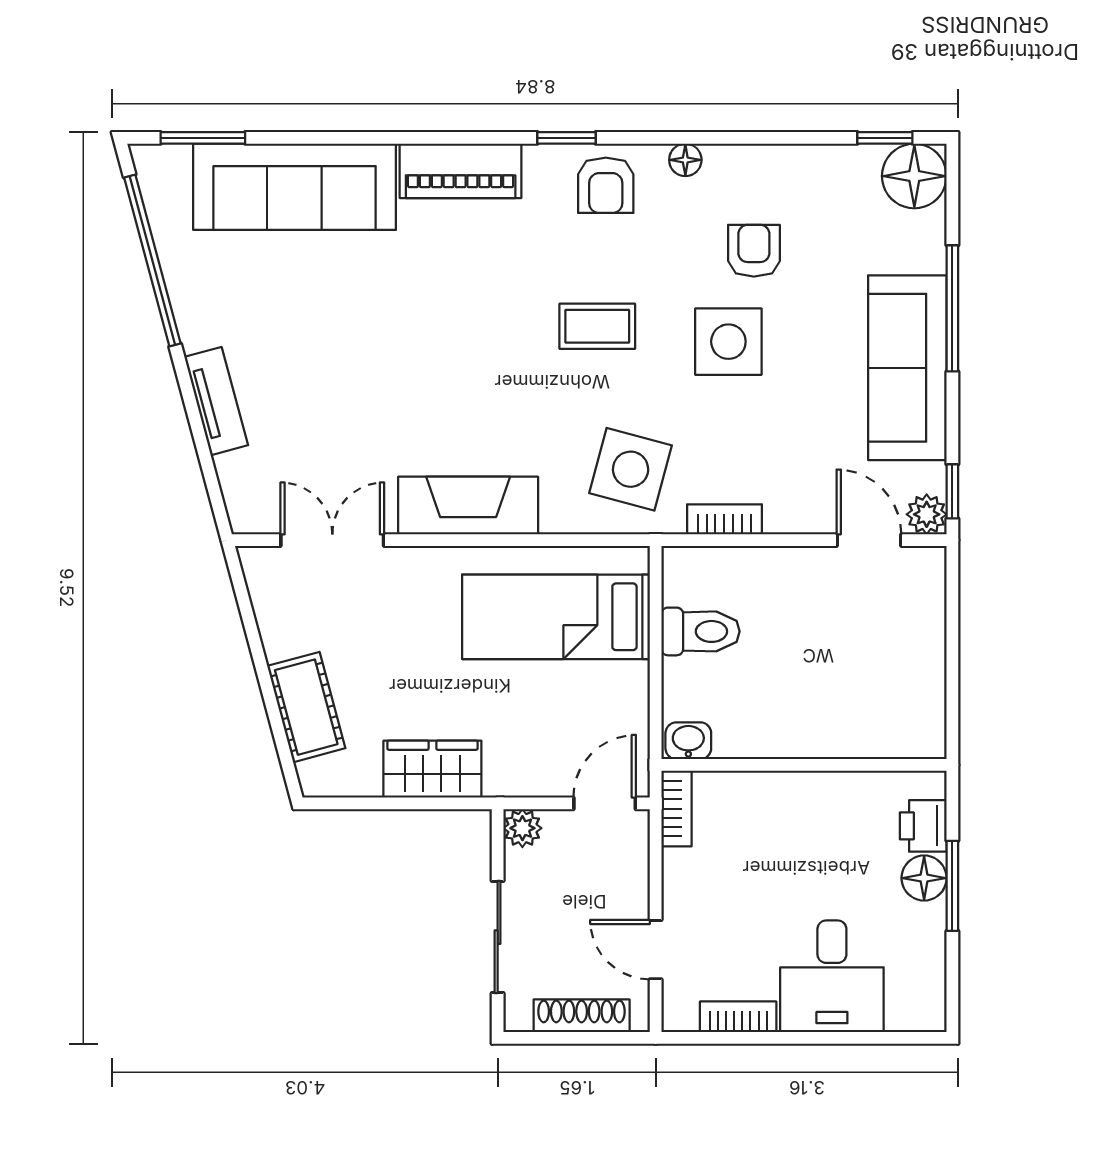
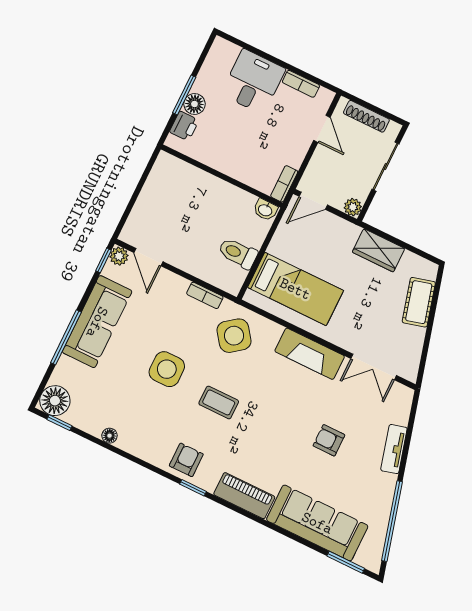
floor lamp: (685, 160) -> (109, 436), moved
armchair: (754, 251) -> (329, 440), moved, turned 90
side table: (631, 469) -> (234, 336), turned 38

